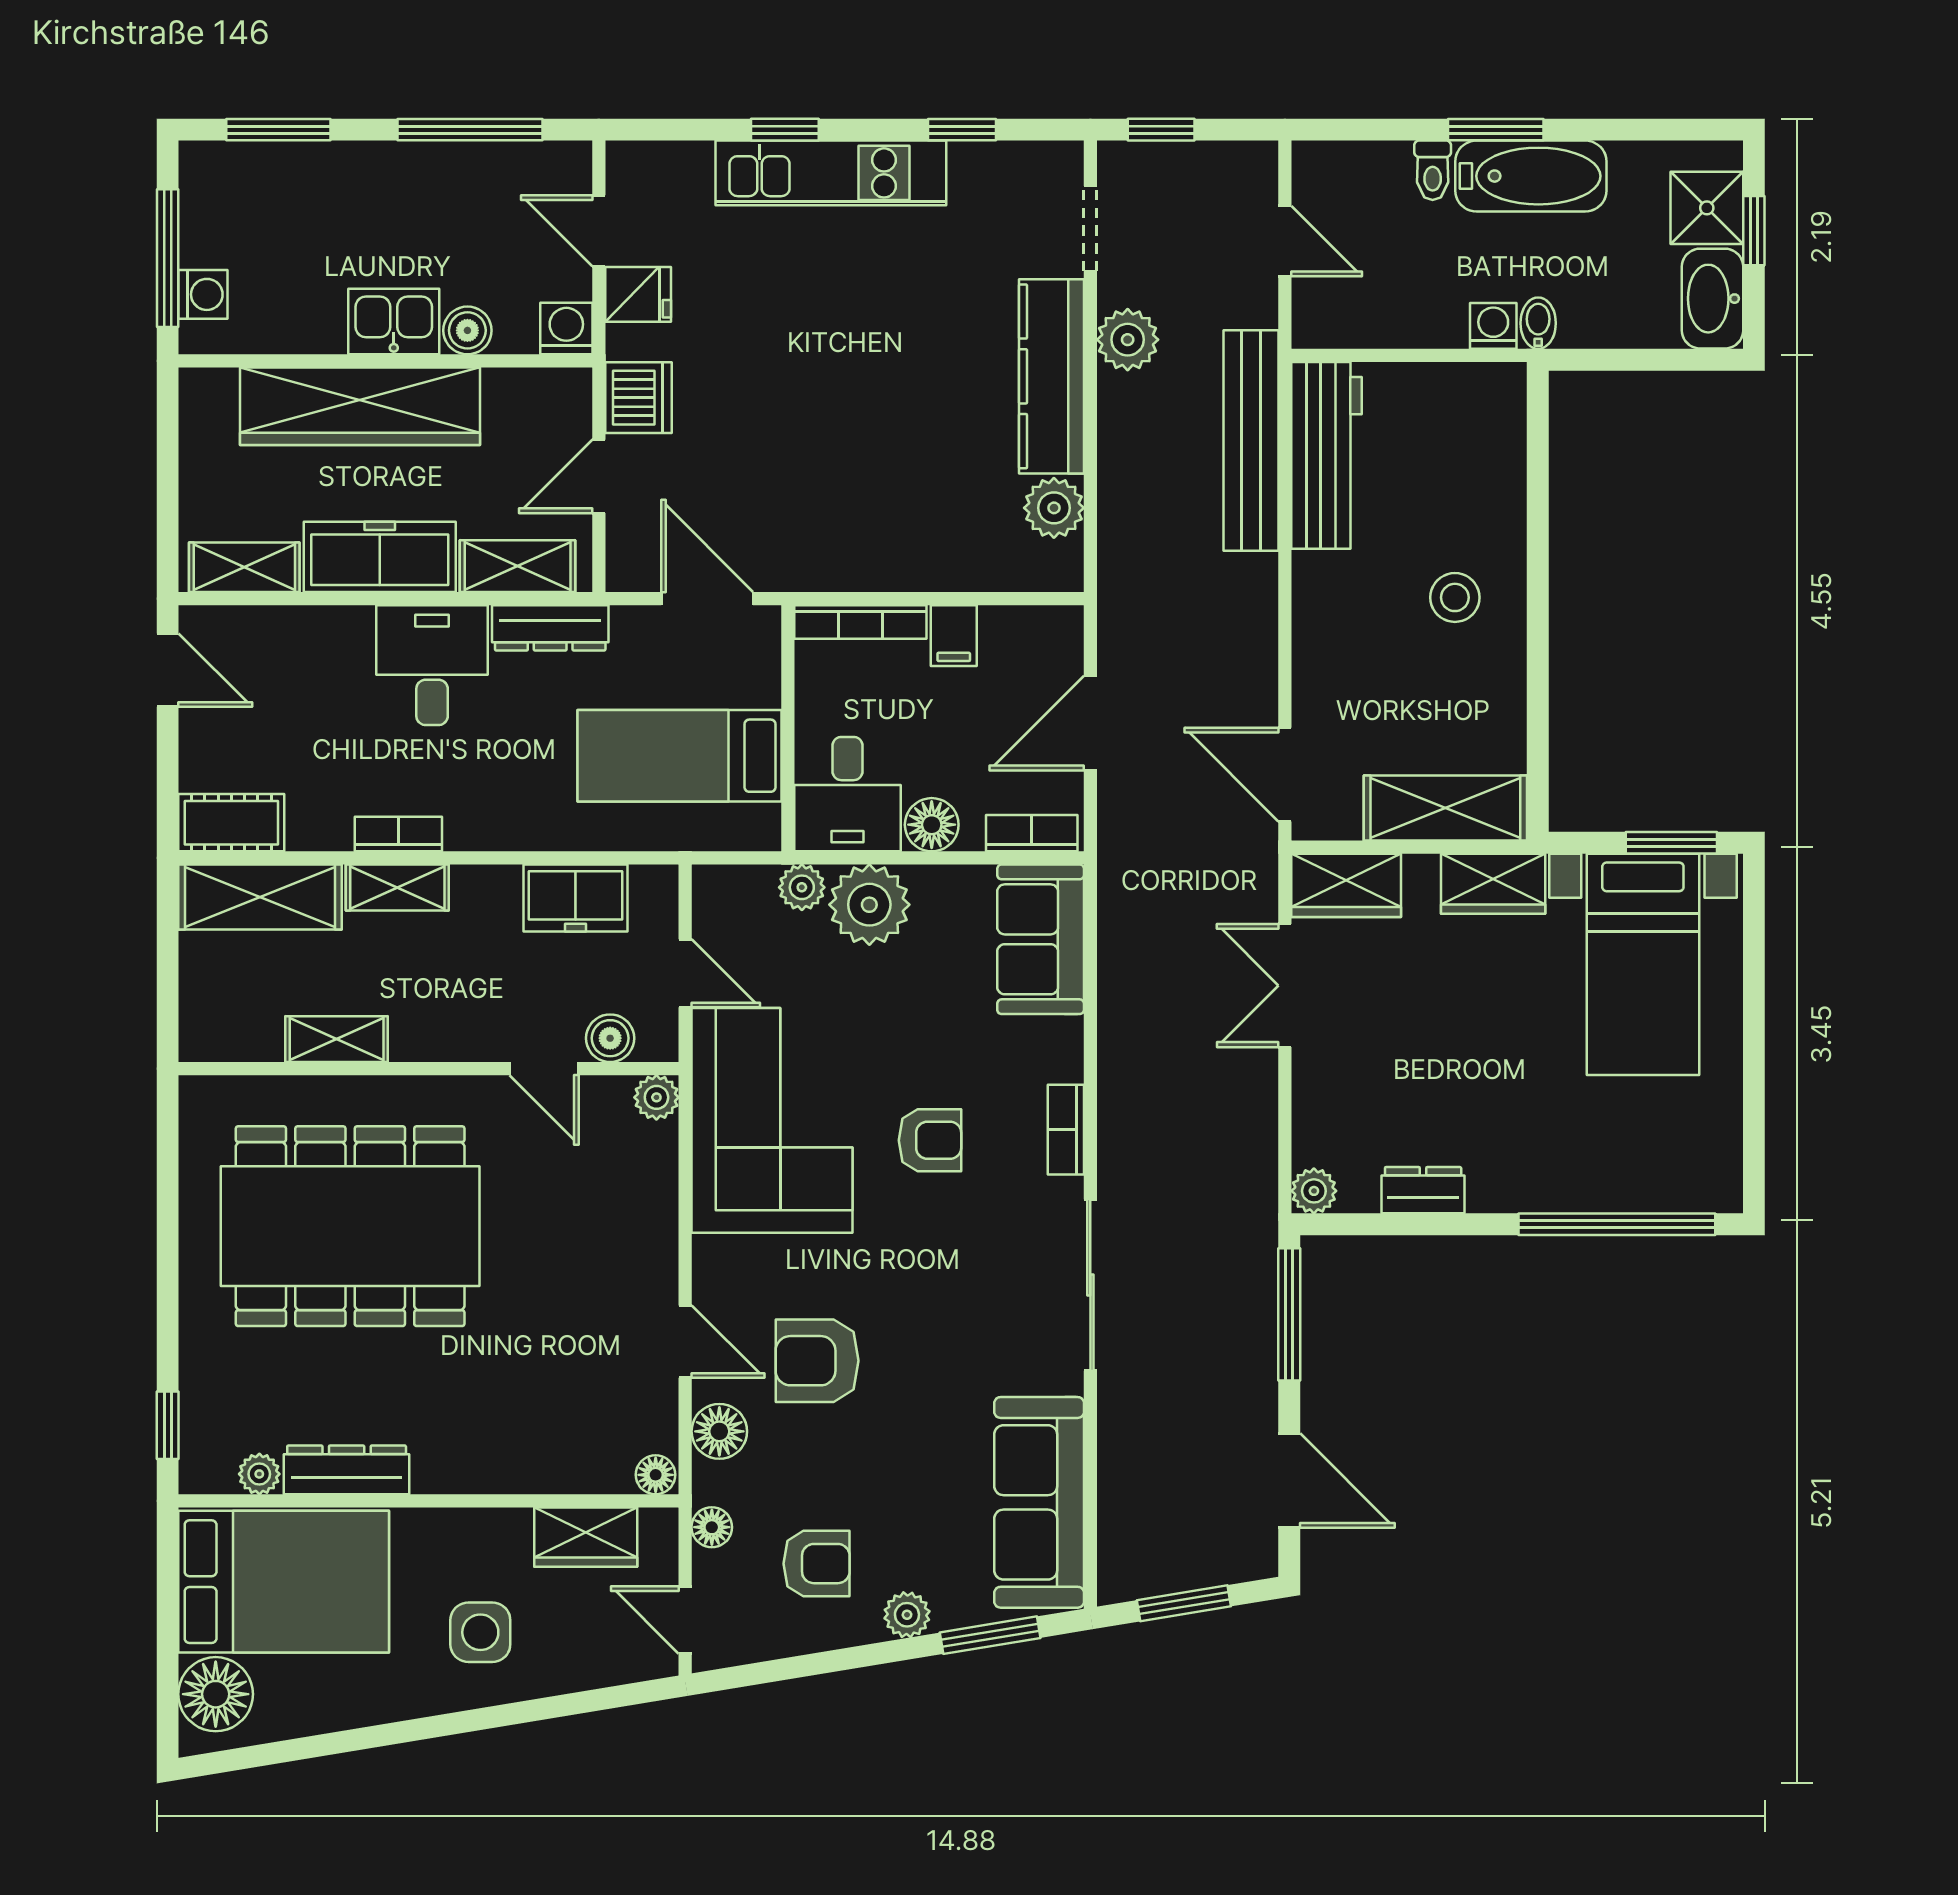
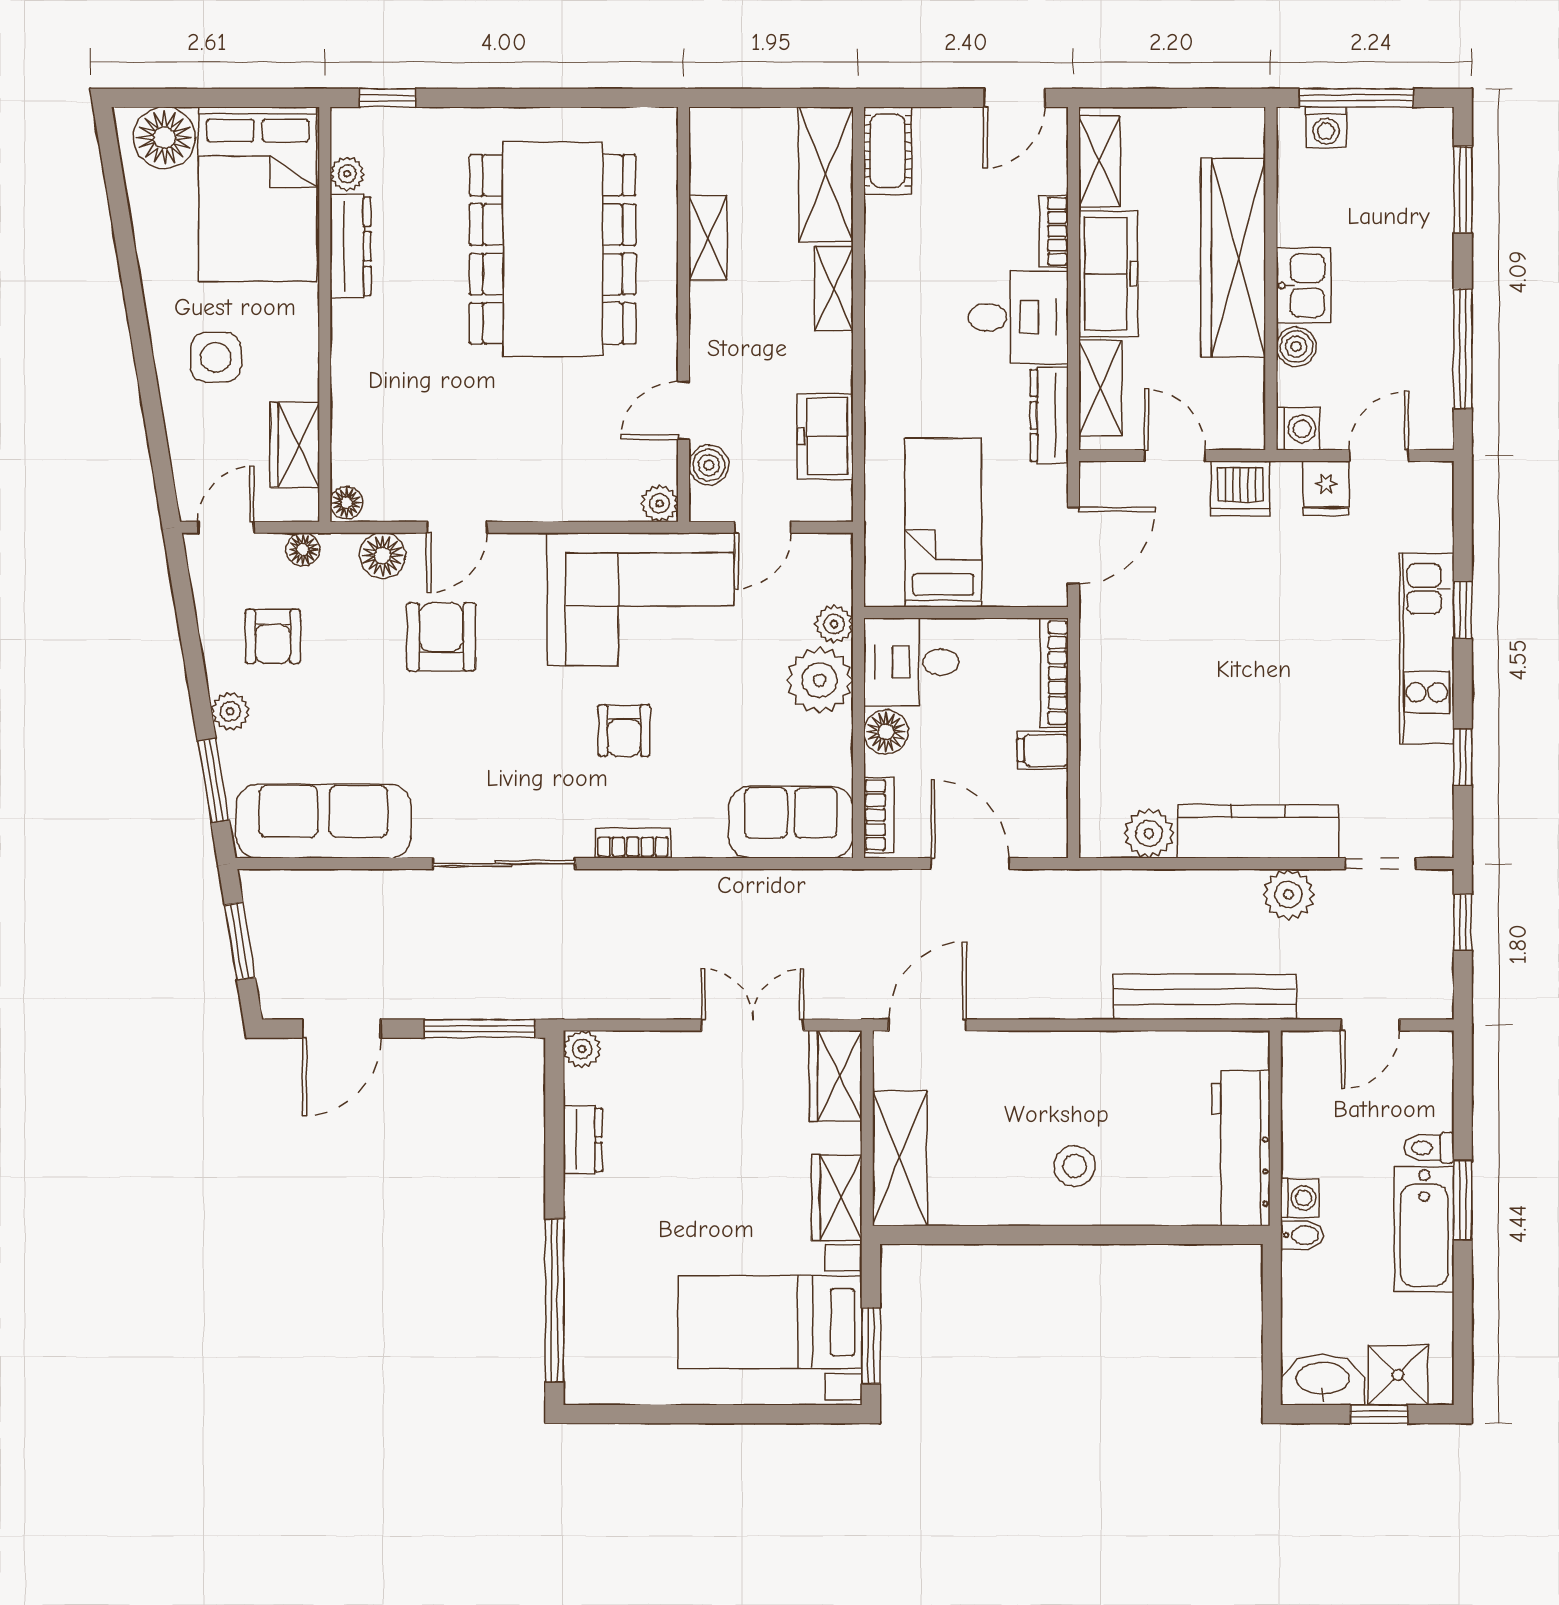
workbench: (1327, 455) -> (1241, 1148), moved, turned 90
bookcase: (398, 834) -> (1054, 231), moved, turned 180

